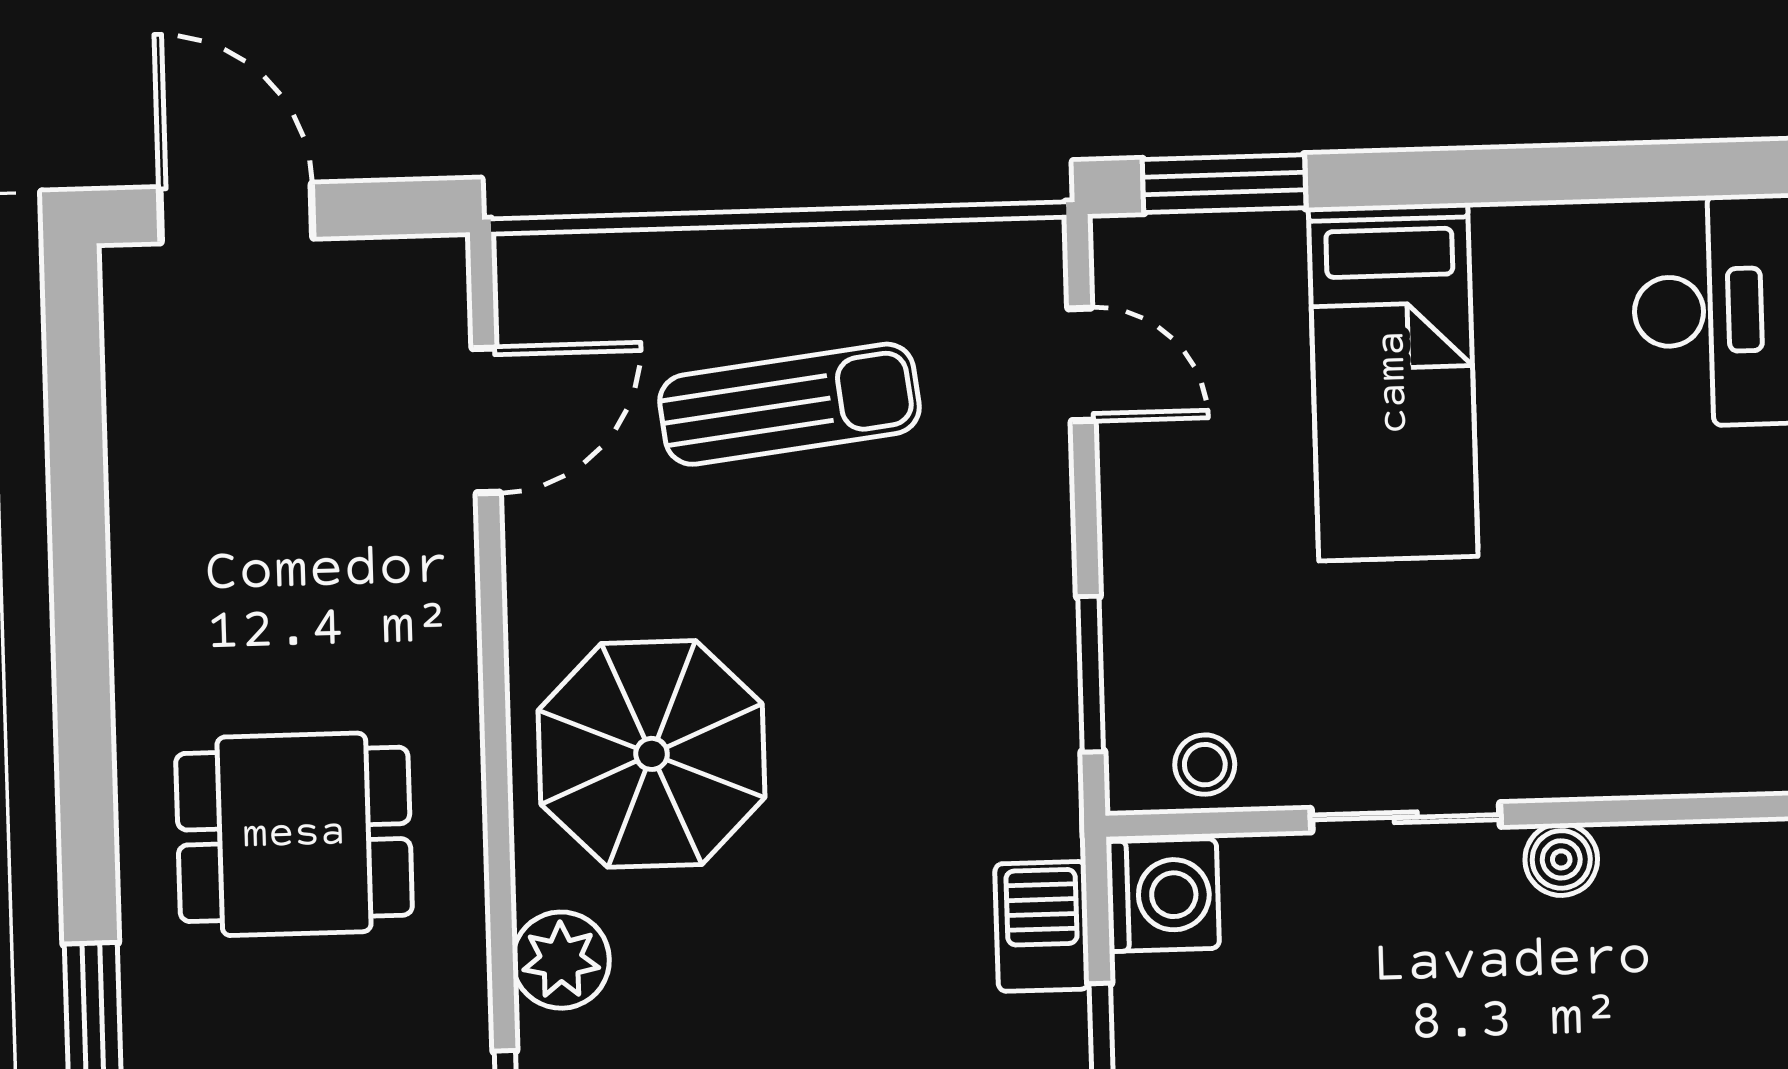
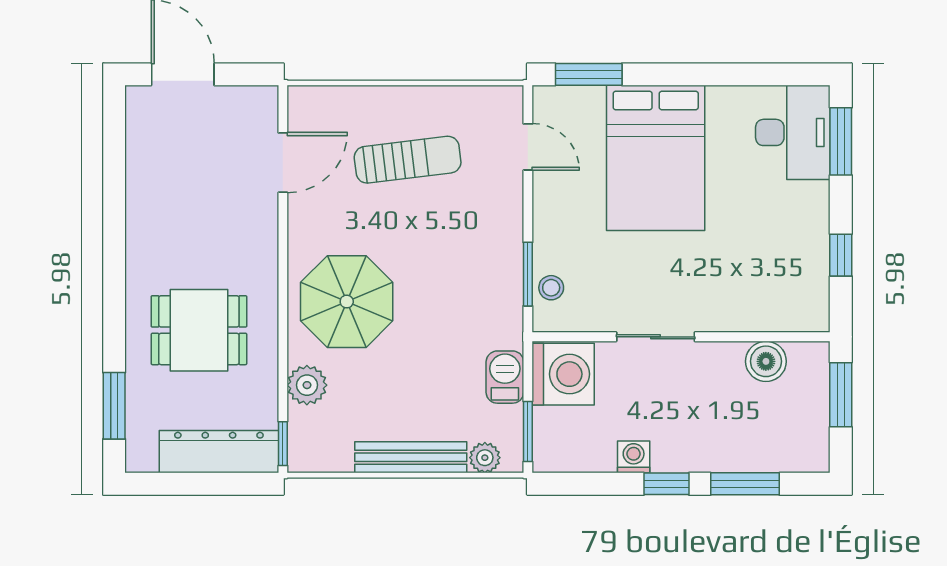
bed: (1393, 382) -> (656, 158), width x1.50
stool: (1205, 765) -> (551, 288), moved
boiler: (1561, 859) -> (766, 361), moved, width x1.36, depth x1.36
washing machine: (1163, 895) -> (563, 374), width x1.37, depth x1.37

